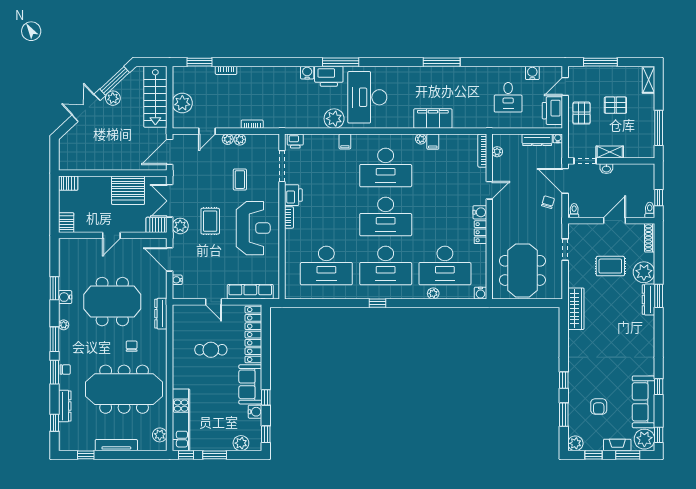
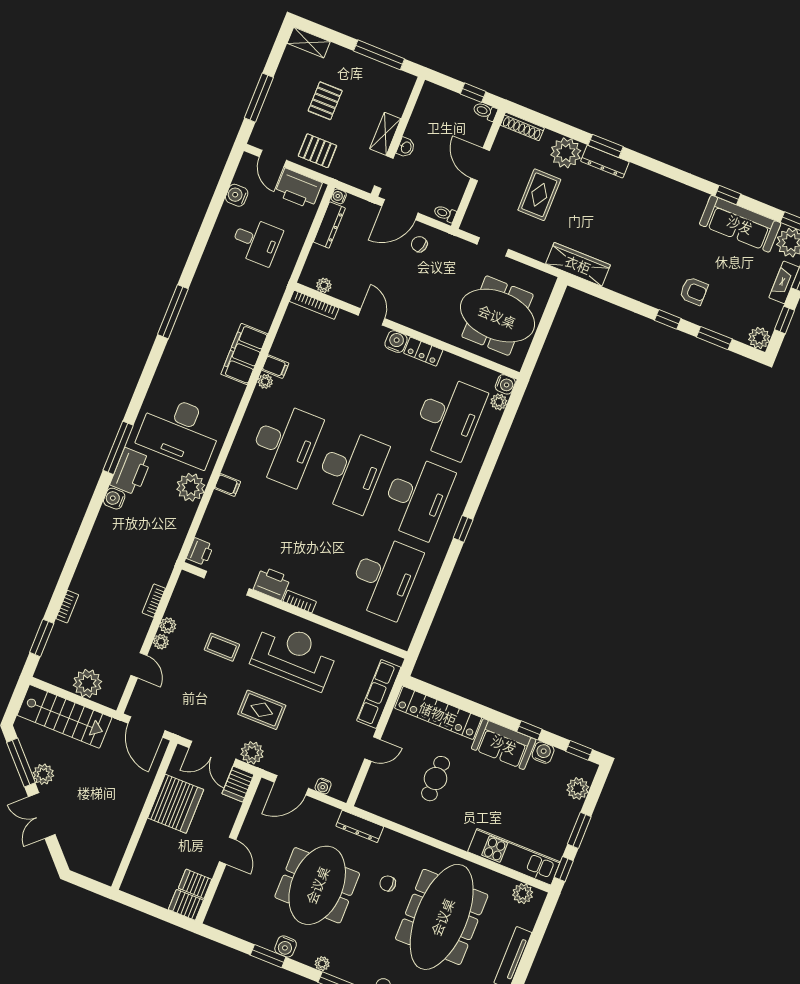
server rack: (68, 183) -> (195, 884), moved, turned -90
plant: (433, 293) -> (499, 402), moved
armchair: (599, 407) -> (694, 291), moved

